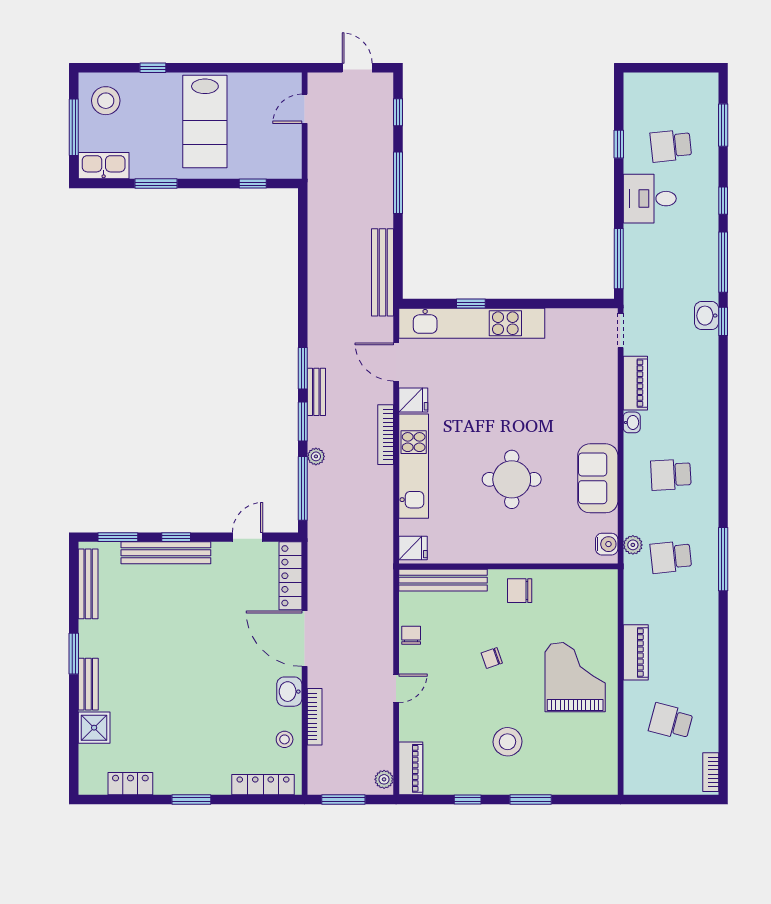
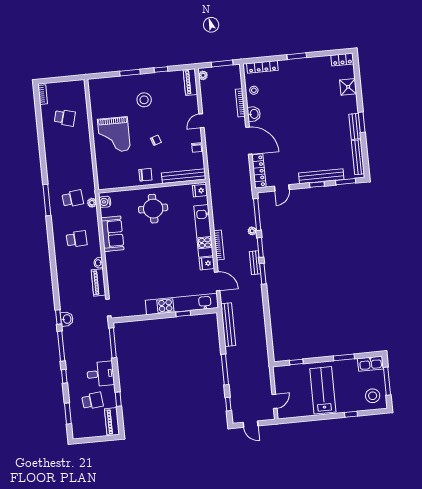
round table: (512, 479) -> (153, 209), moved
piano: (636, 652) -> (112, 422), moved
bench: (88, 684) -> (355, 126), moved
locker: (130, 784) -> (342, 60), moved

